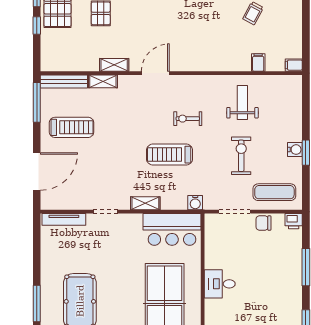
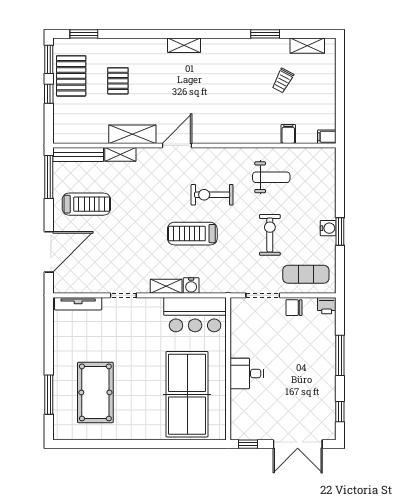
shelving: (114, 65) -> (132, 134), width x1.50, depth x1.33
weight bench: (242, 102) -> (271, 177), turned 90
exercise bike: (188, 119) -> (212, 195), width x1.38, depth x1.39
water cooler: (195, 203) -> (191, 286), moved

